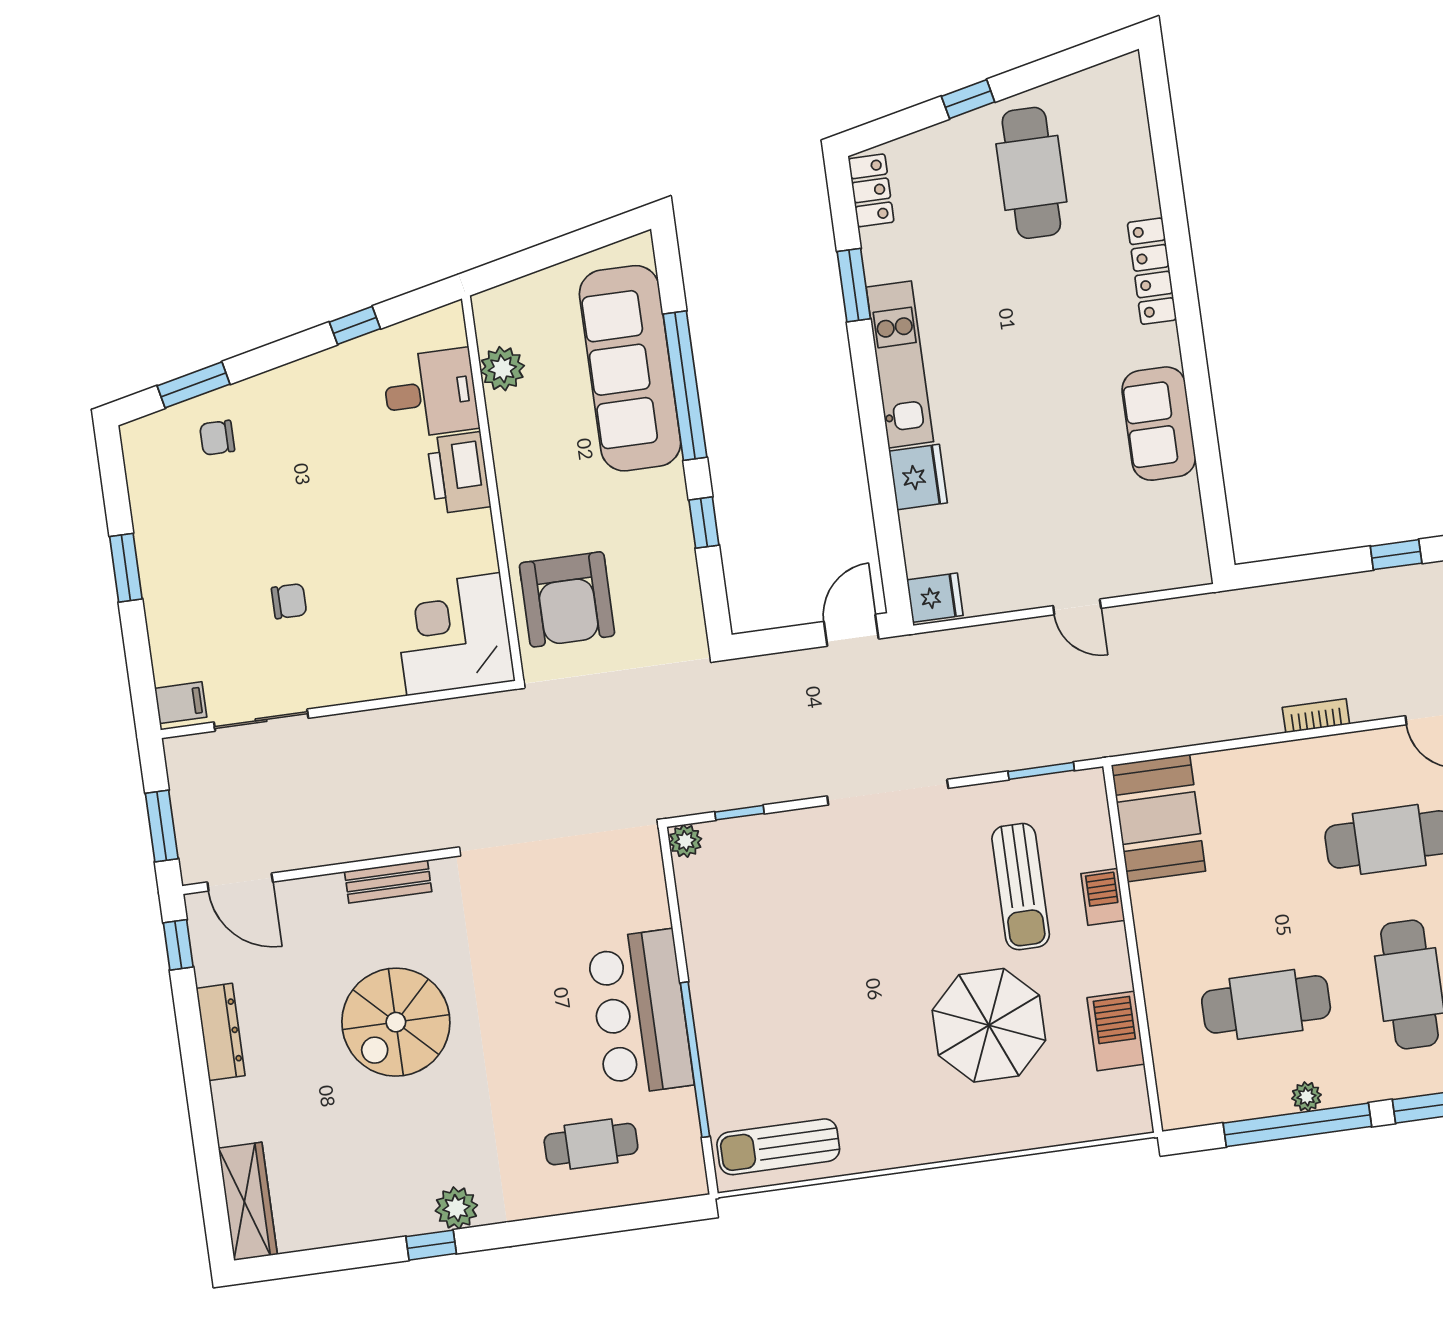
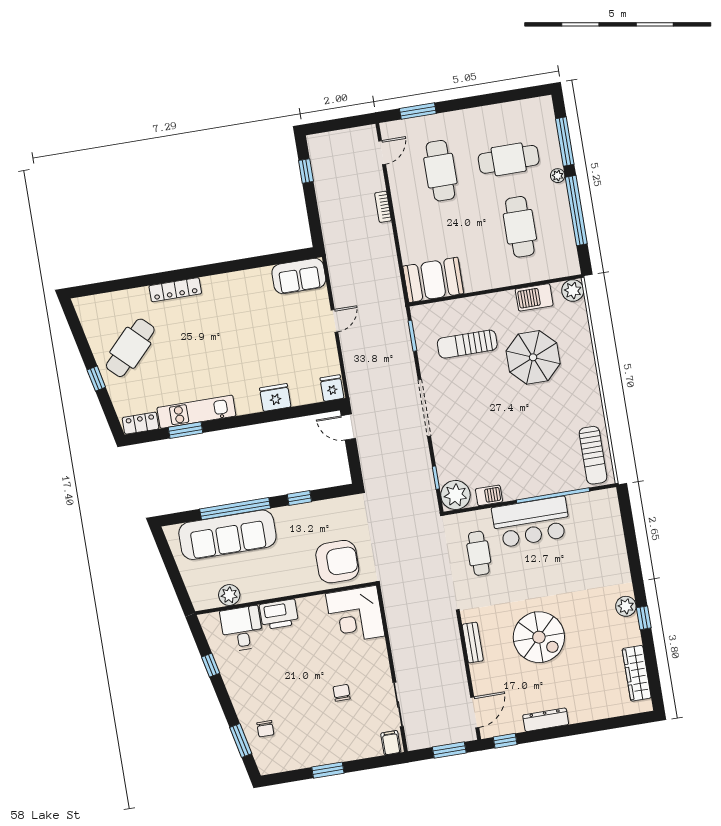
cafe table: (1031, 173) -> (130, 348), turned -46
kitchen unit: (900, 364) -> (196, 412), moved
sofa: (1159, 424) -> (299, 276), moved
plant: (685, 841) -> (455, 495), width x1.88, depth x1.88
sun lounger: (1021, 887) -> (467, 344), turned 180
barbecue: (1103, 897) -> (489, 495), moved, turned 180
plant: (1306, 1097) -> (558, 176), moved
plant: (1128, 1113) -> (573, 291), added
cafe table: (591, 1144) -> (479, 553), moved
wardrobe: (248, 1201) -> (637, 673), moved, turned -90

